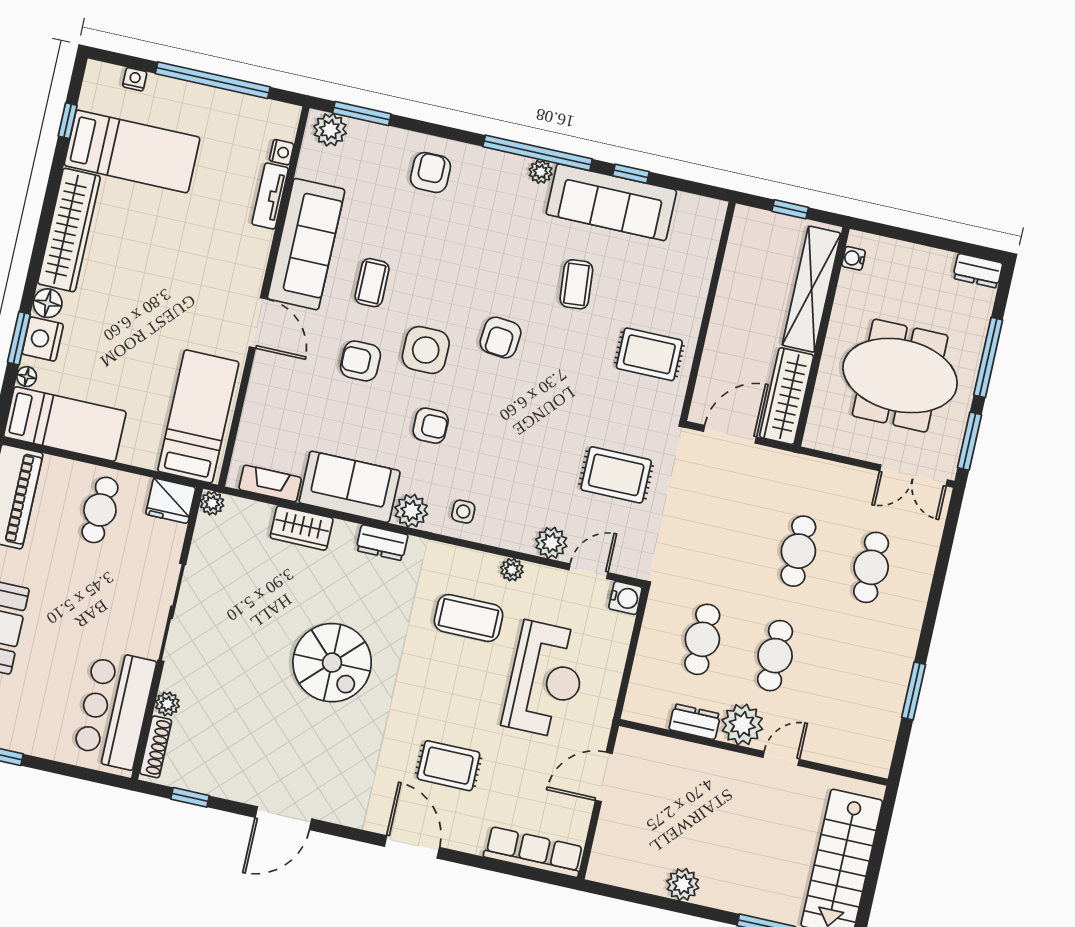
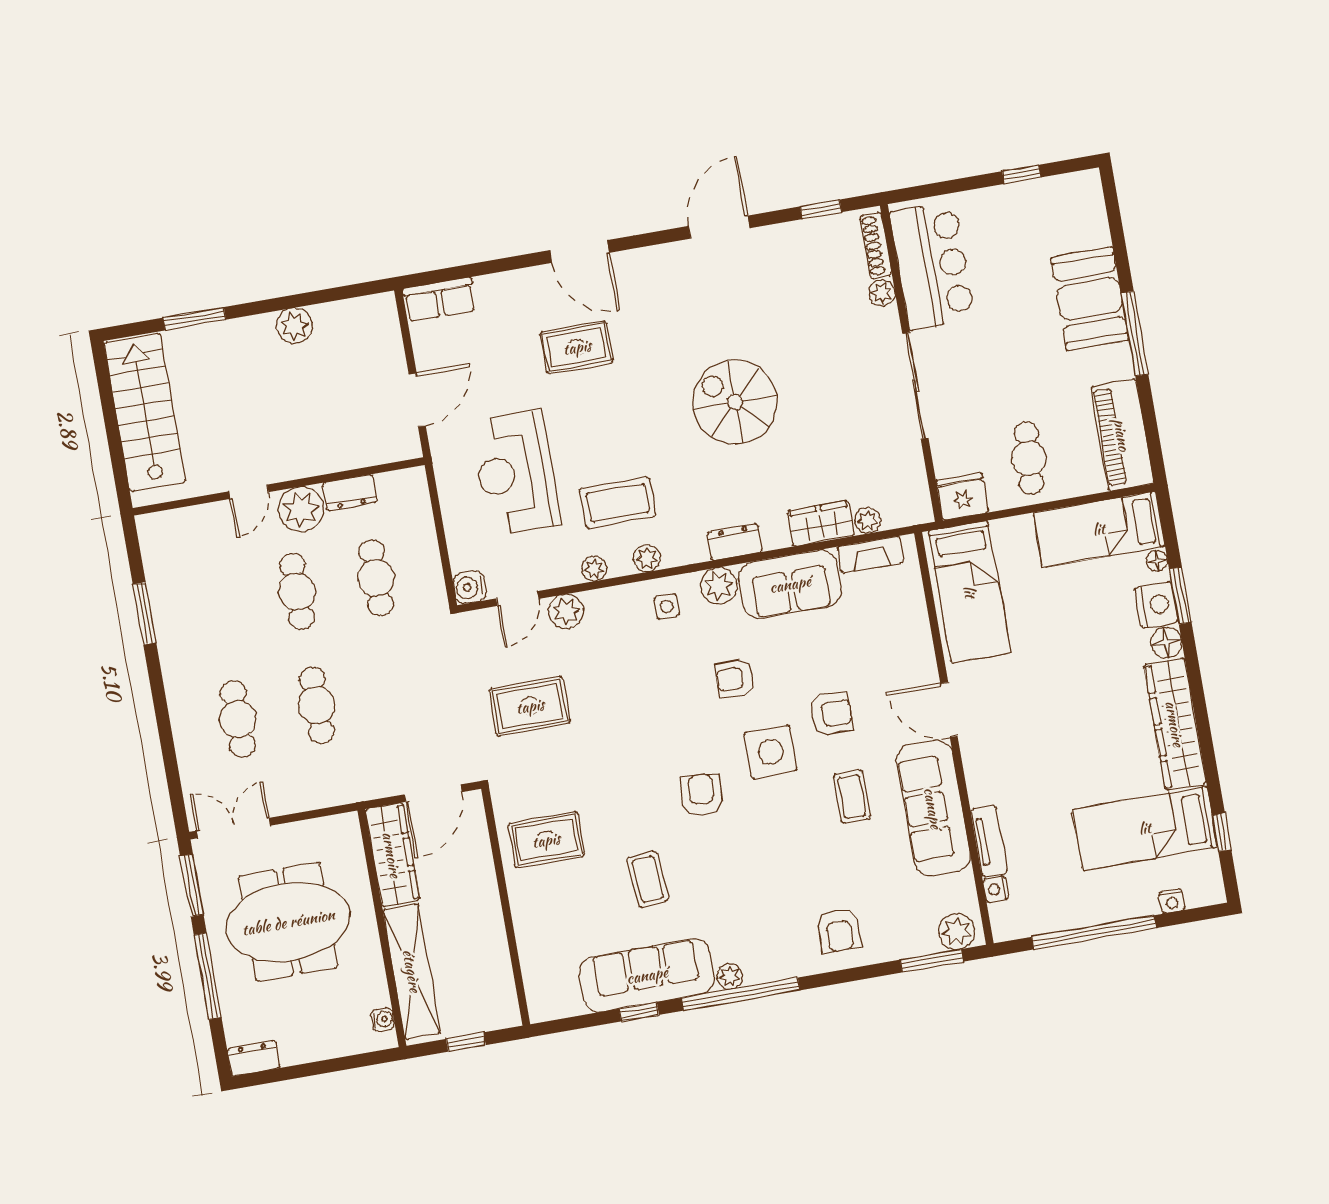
plant: (212, 503) -> (868, 520), moved
plant: (463, 560) -> (647, 558), added
row of seats: (534, 852) -> (440, 300), width x0.68

